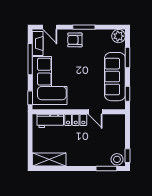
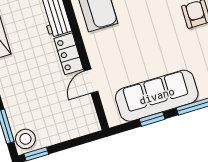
window: (128, 94) -> (152, 119), moved

